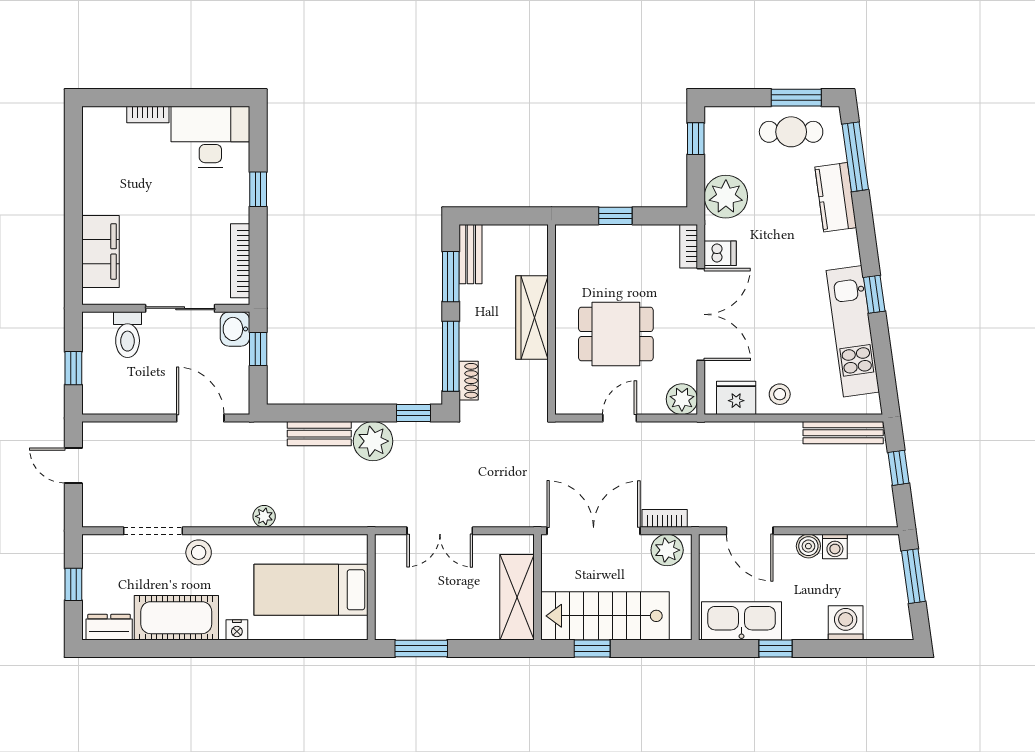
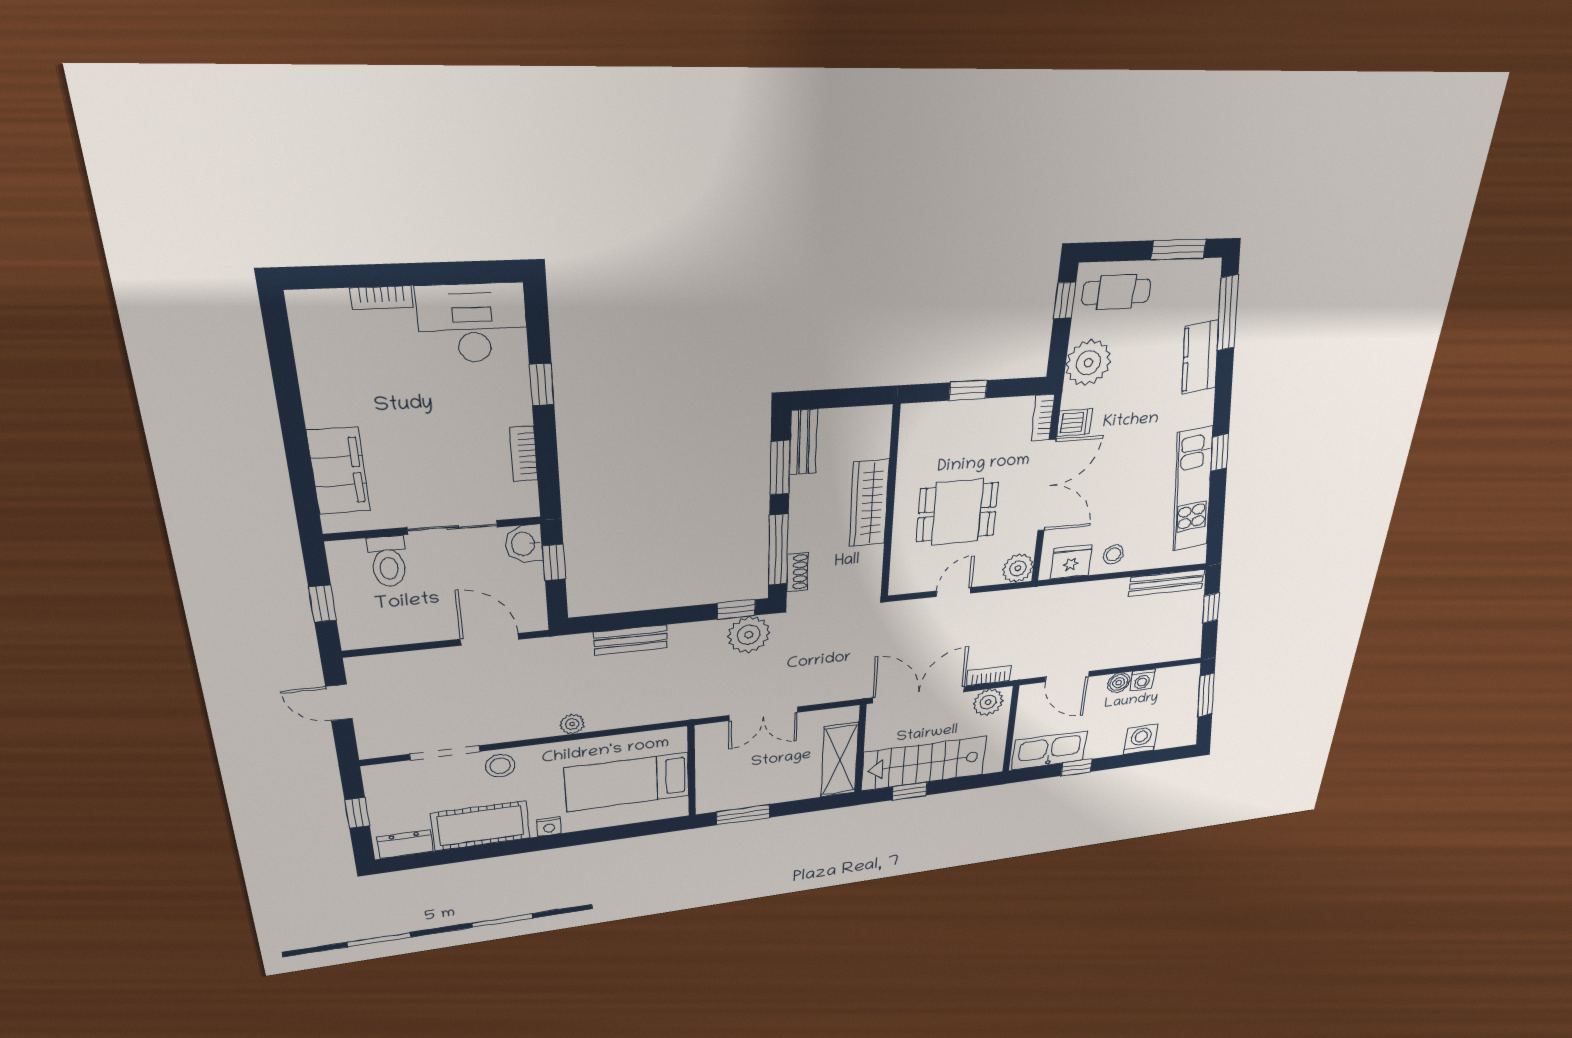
cafe table: (791, 132) -> (1116, 292), moved
bookcase: (240, 261) -> (523, 454), width x0.64
plant: (373, 441) -> (749, 635), moved

